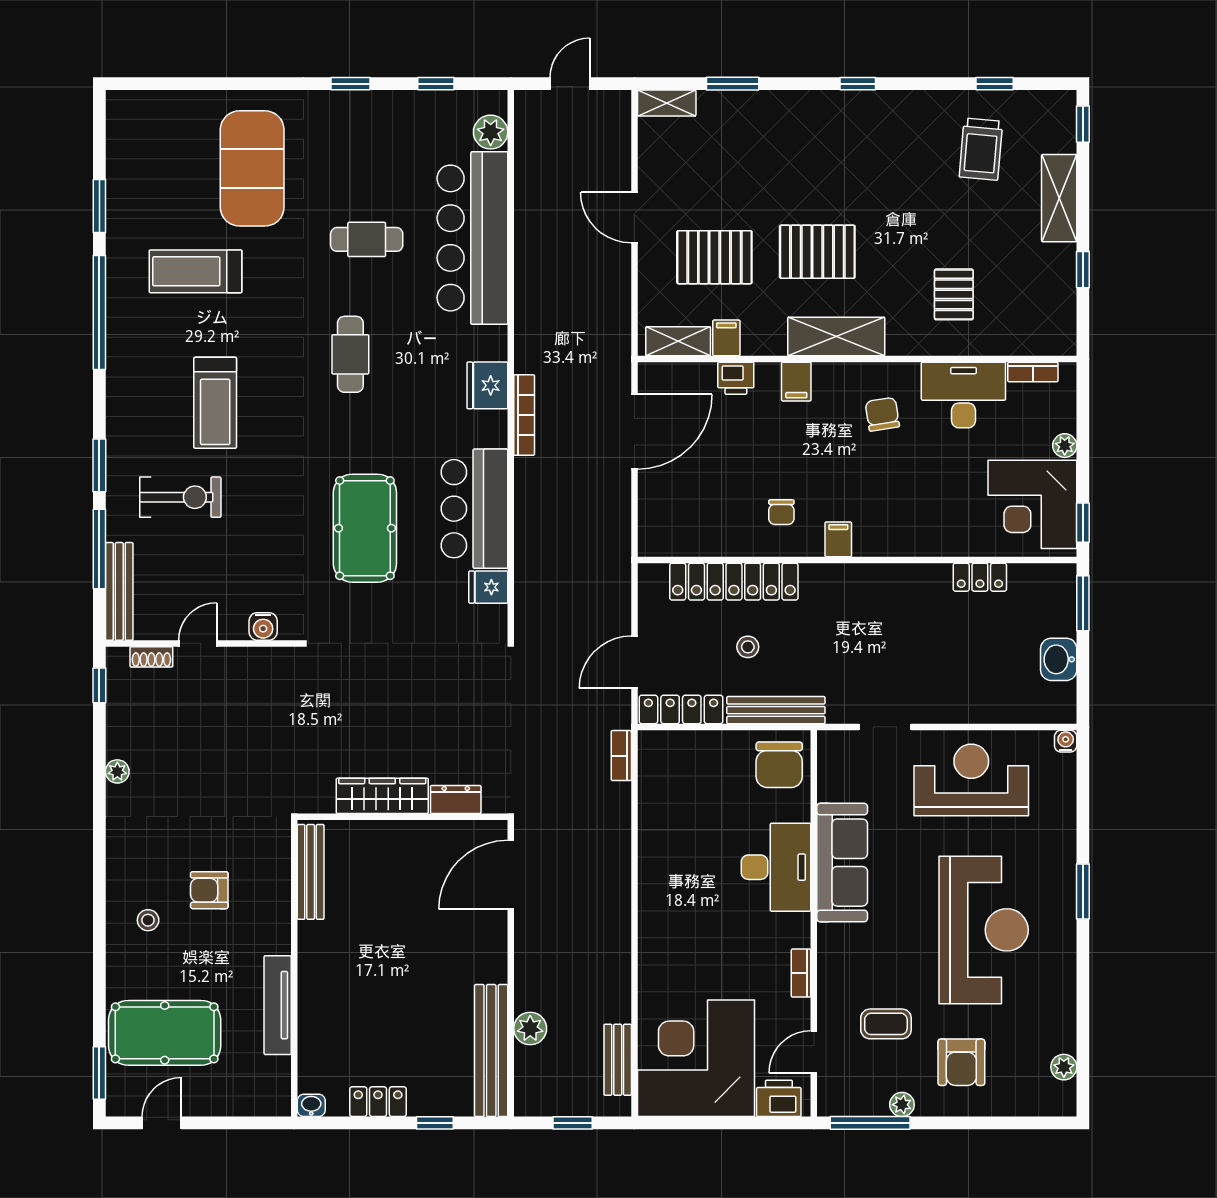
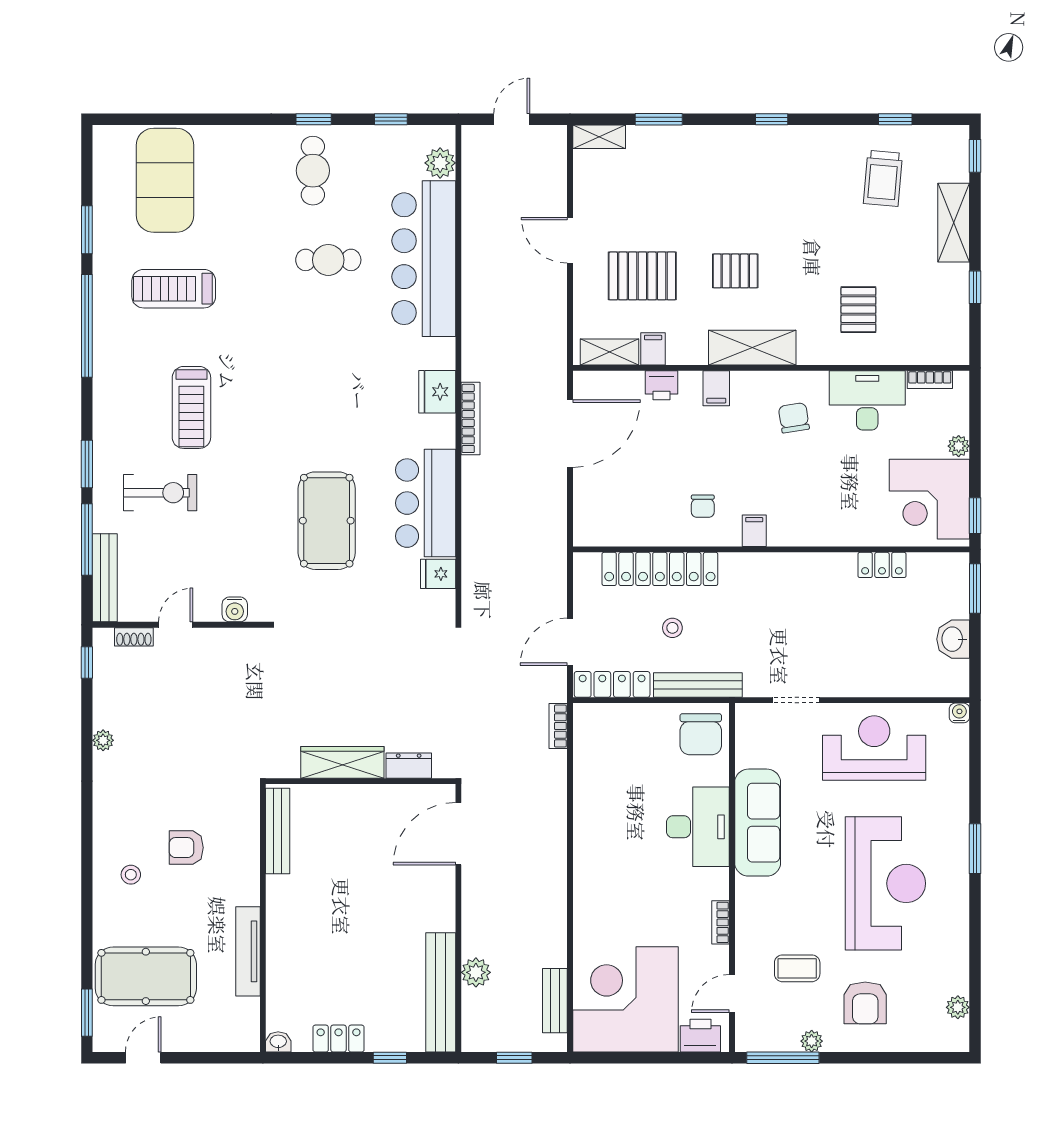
exercise mat: (252, 168) -> (165, 180), moved
pallet: (817, 252) -> (735, 271), width x0.67, depth x0.71
cafe table: (350, 354) -> (313, 171), moved

